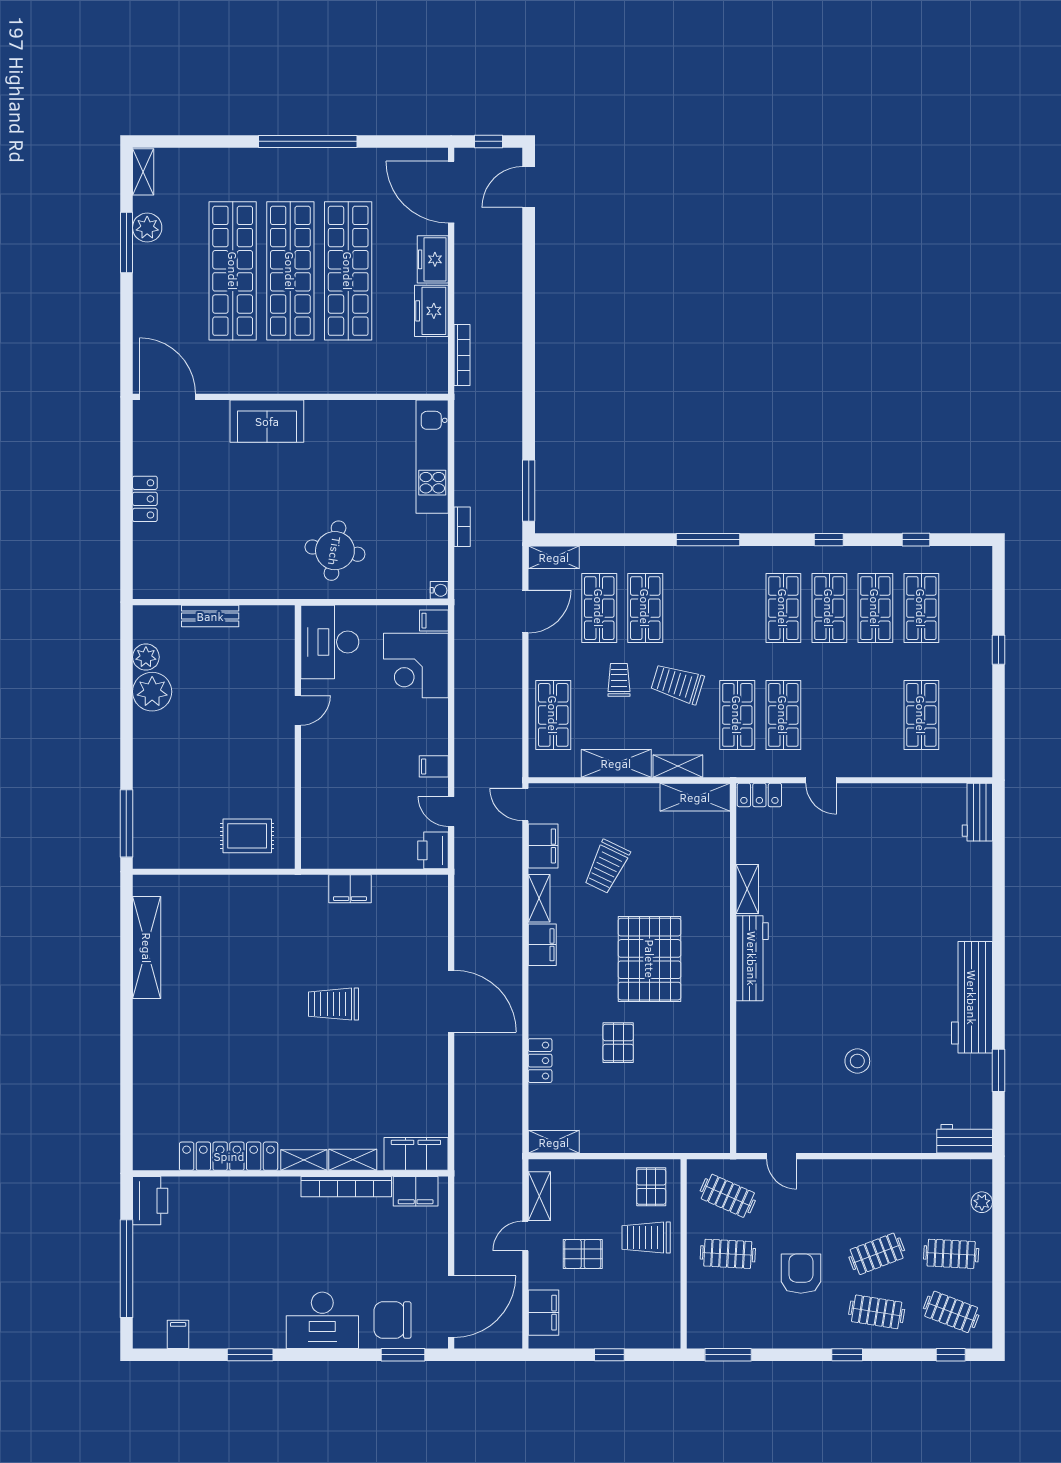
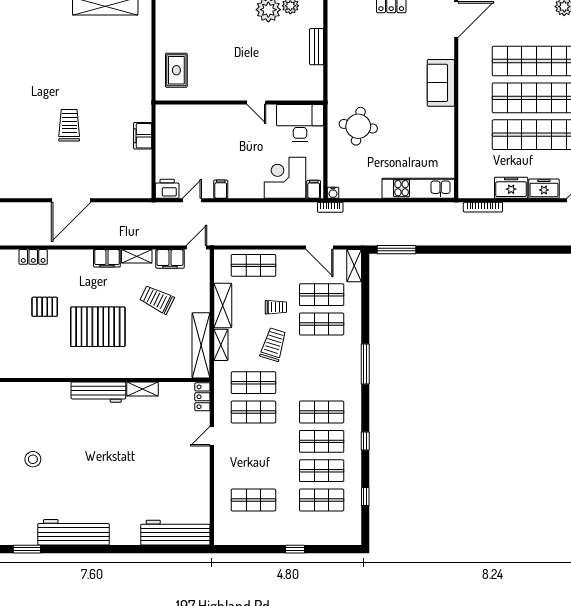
bookcase: (462, 527) -> (330, 207), moved
shelving: (695, 797) -> (201, 345), width x1.47
workbench: (977, 812) -> (175, 533), width x1.88, depth x1.32

